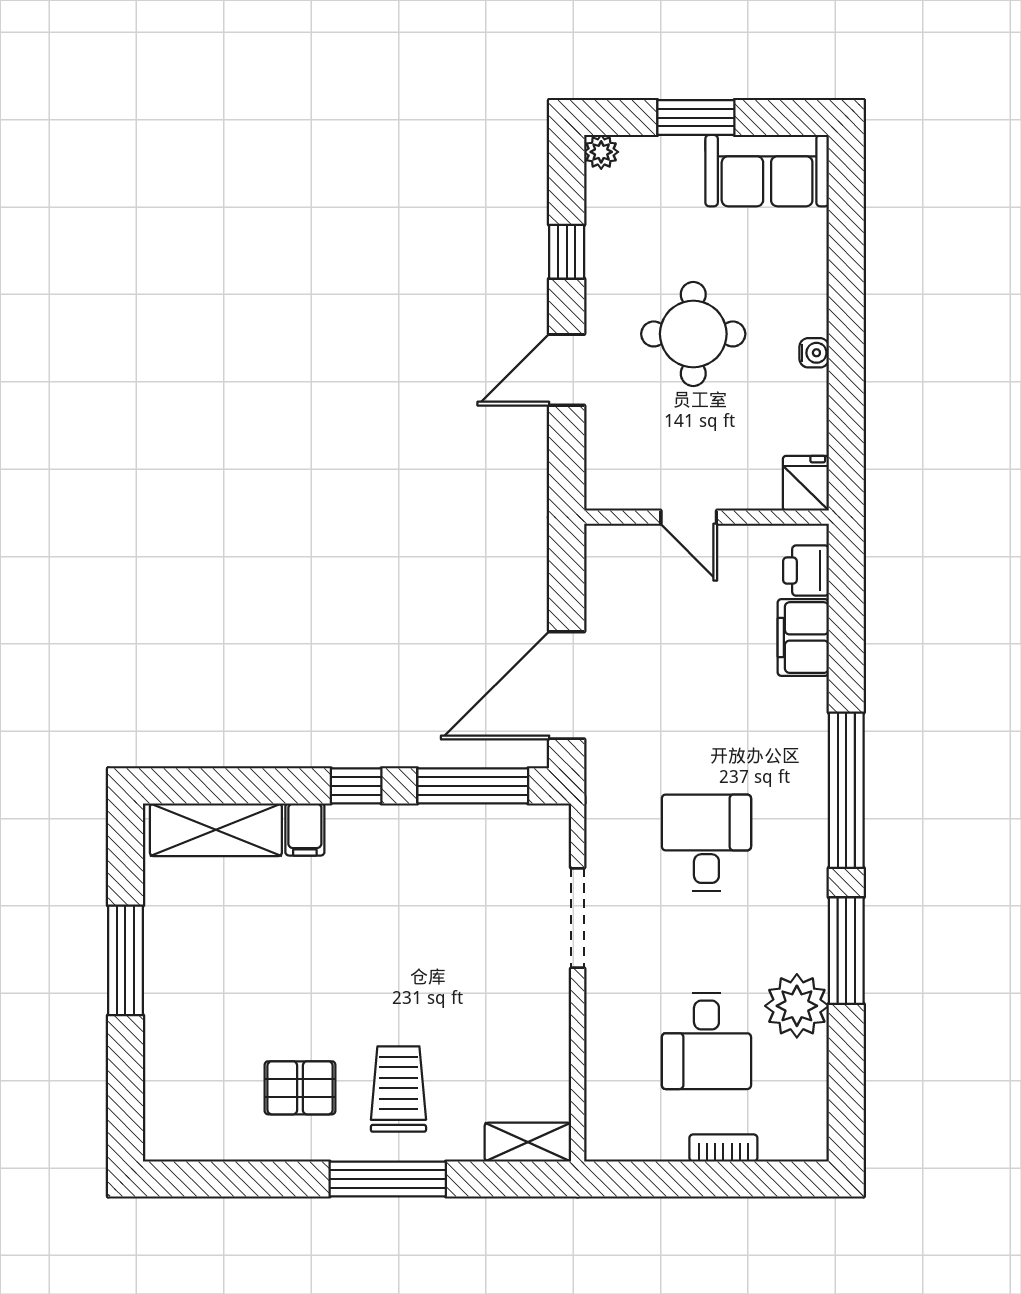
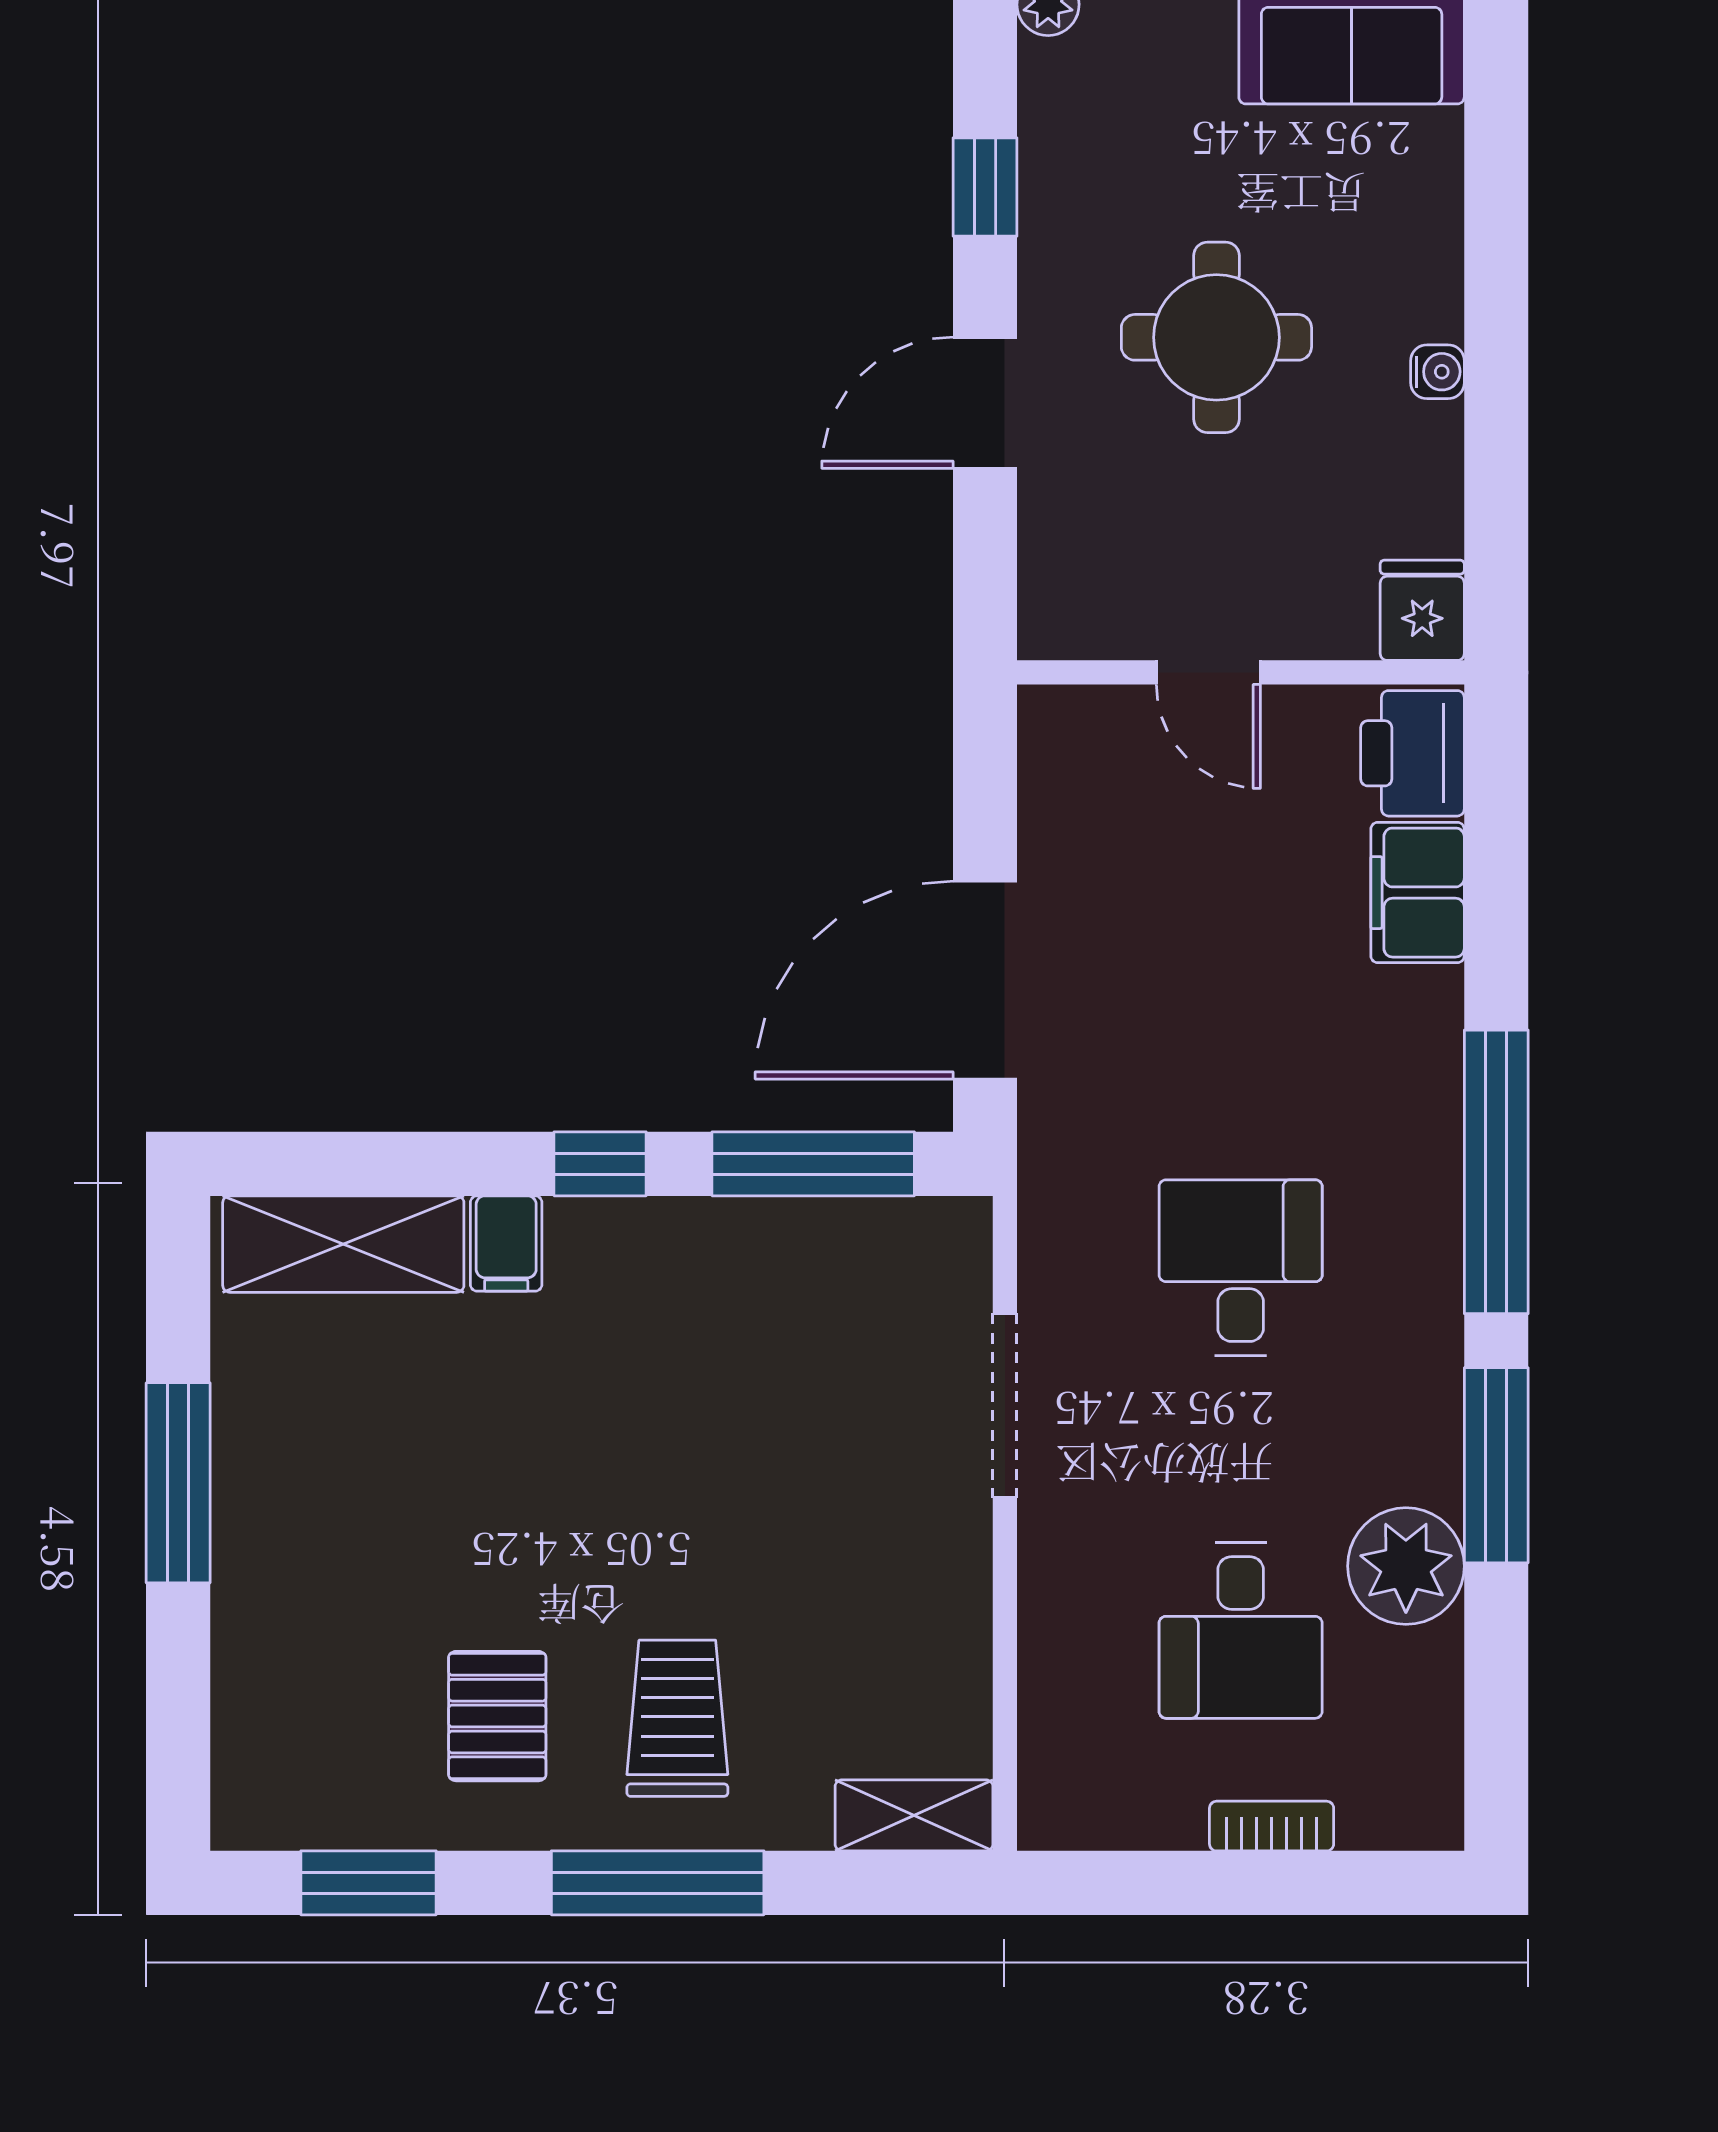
printer: (806, 571) -> (1413, 753), width x1.36, depth x1.24
pallet: (300, 1088) -> (497, 1716), turned 90
window: (230, 1179) -> (368, 1883), added

